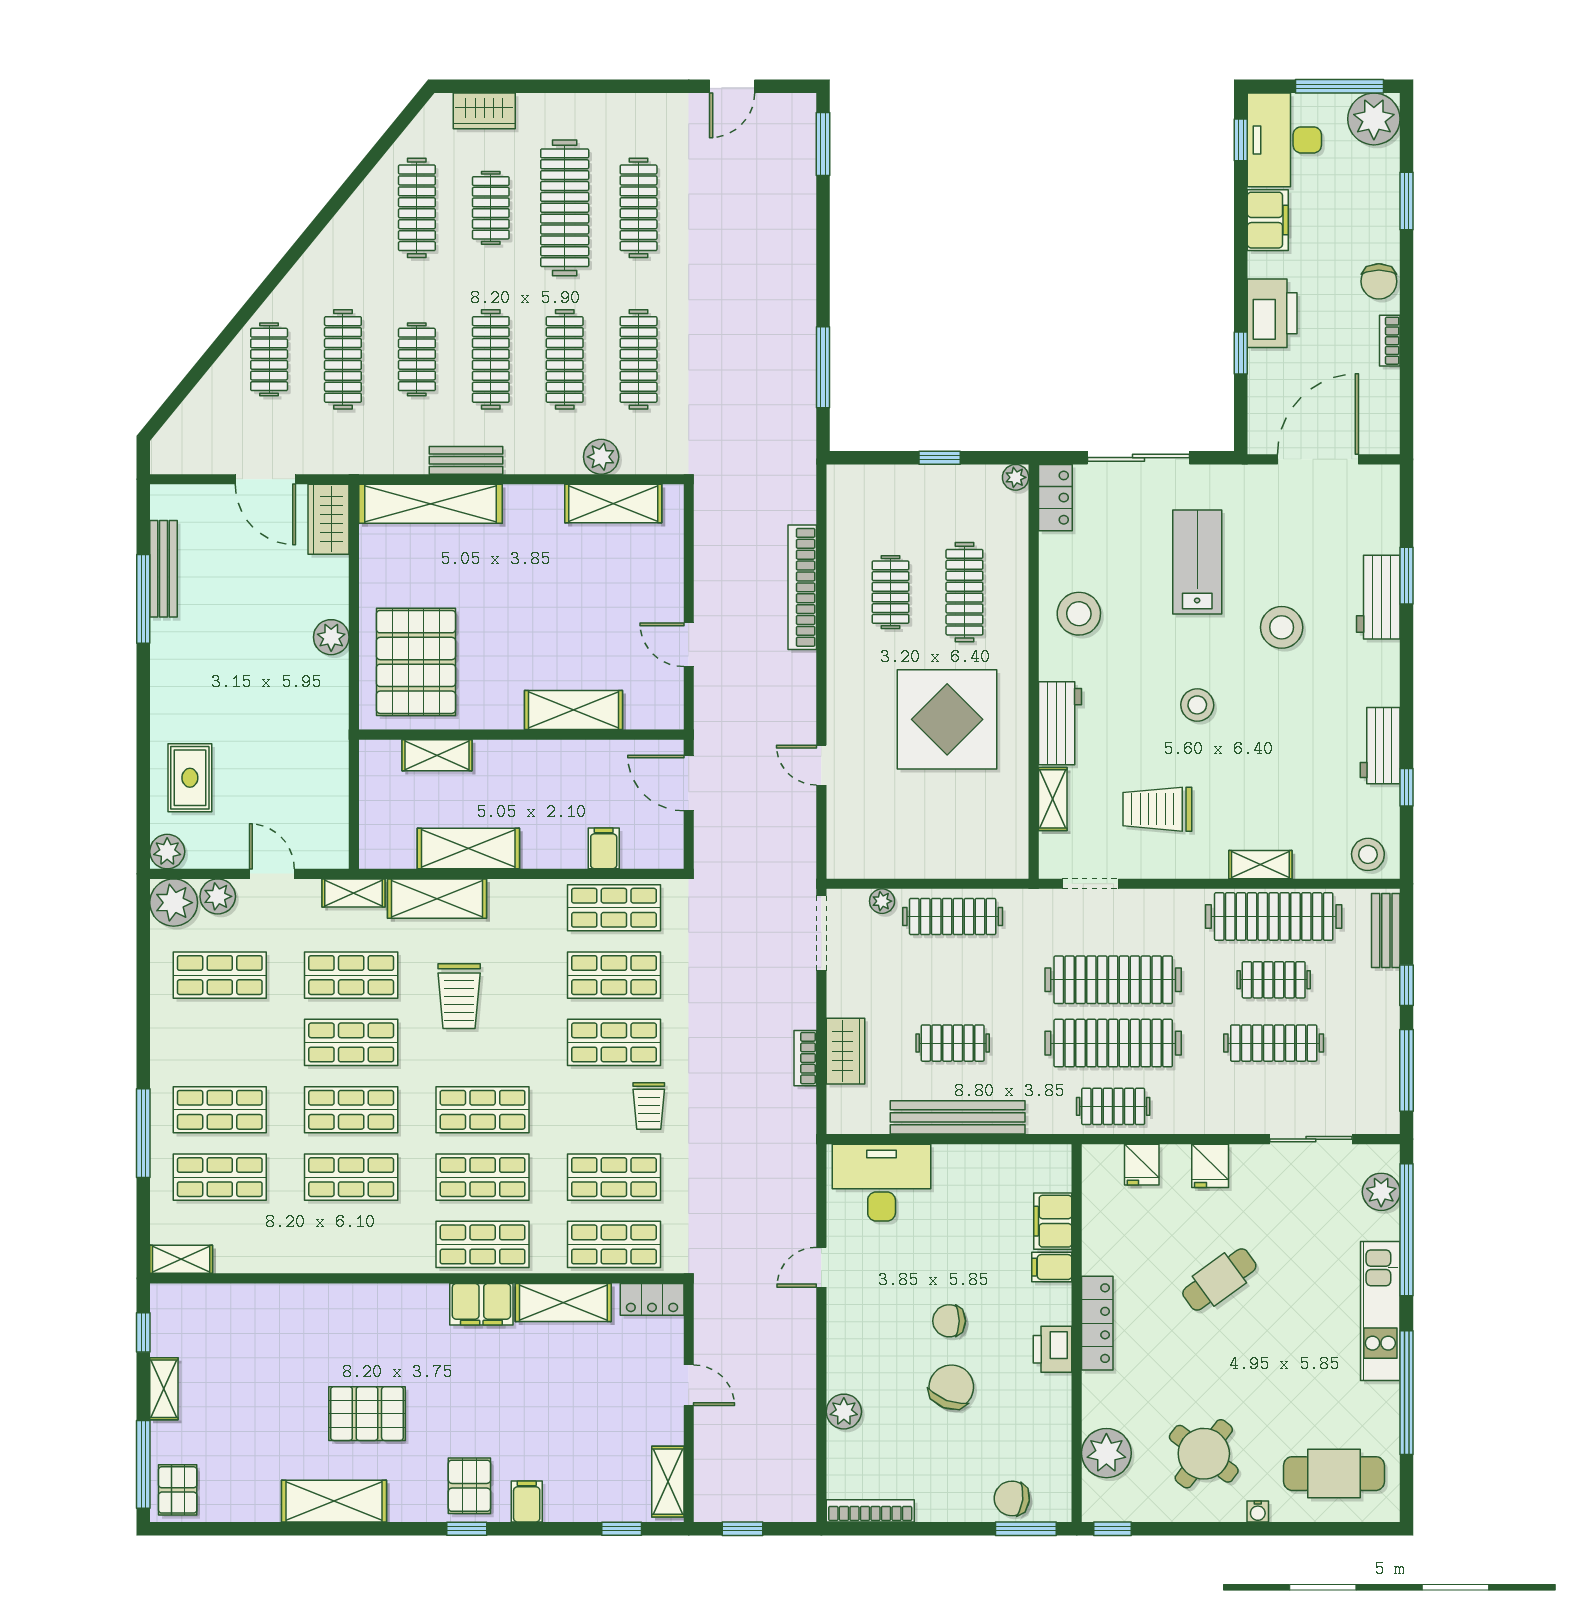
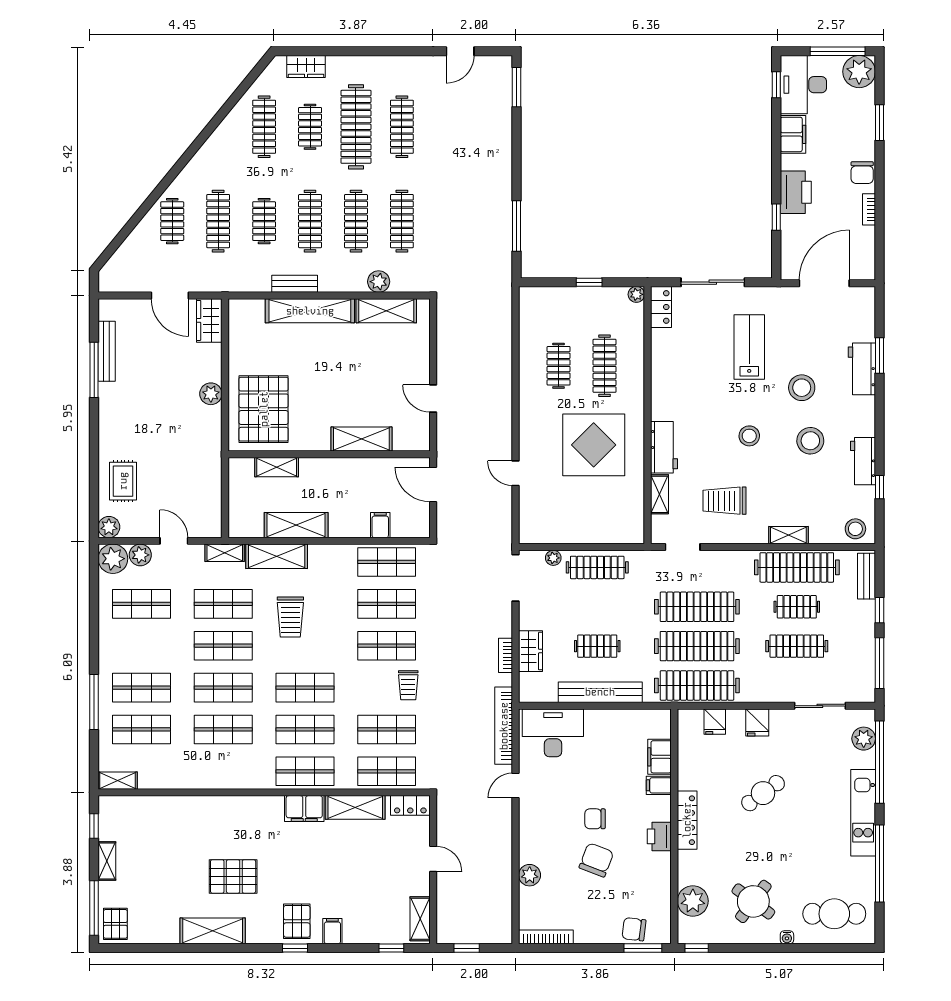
shelving: (430, 504) -> (310, 311), moved
bookcase: (802, 587) -> (504, 726), moved
stool: (1079, 614) -> (810, 441), moved
clothes rail: (1113, 1106) -> (697, 685), width x1.86, depth x1.31

